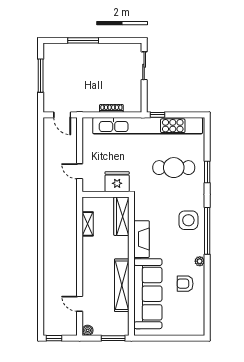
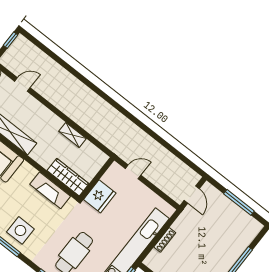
door: (62, 115) -> (192, 195), swing flipped
shelving: (88, 224) -> (73, 135), moved
fireplace: (142, 239) -> (50, 190), moved

